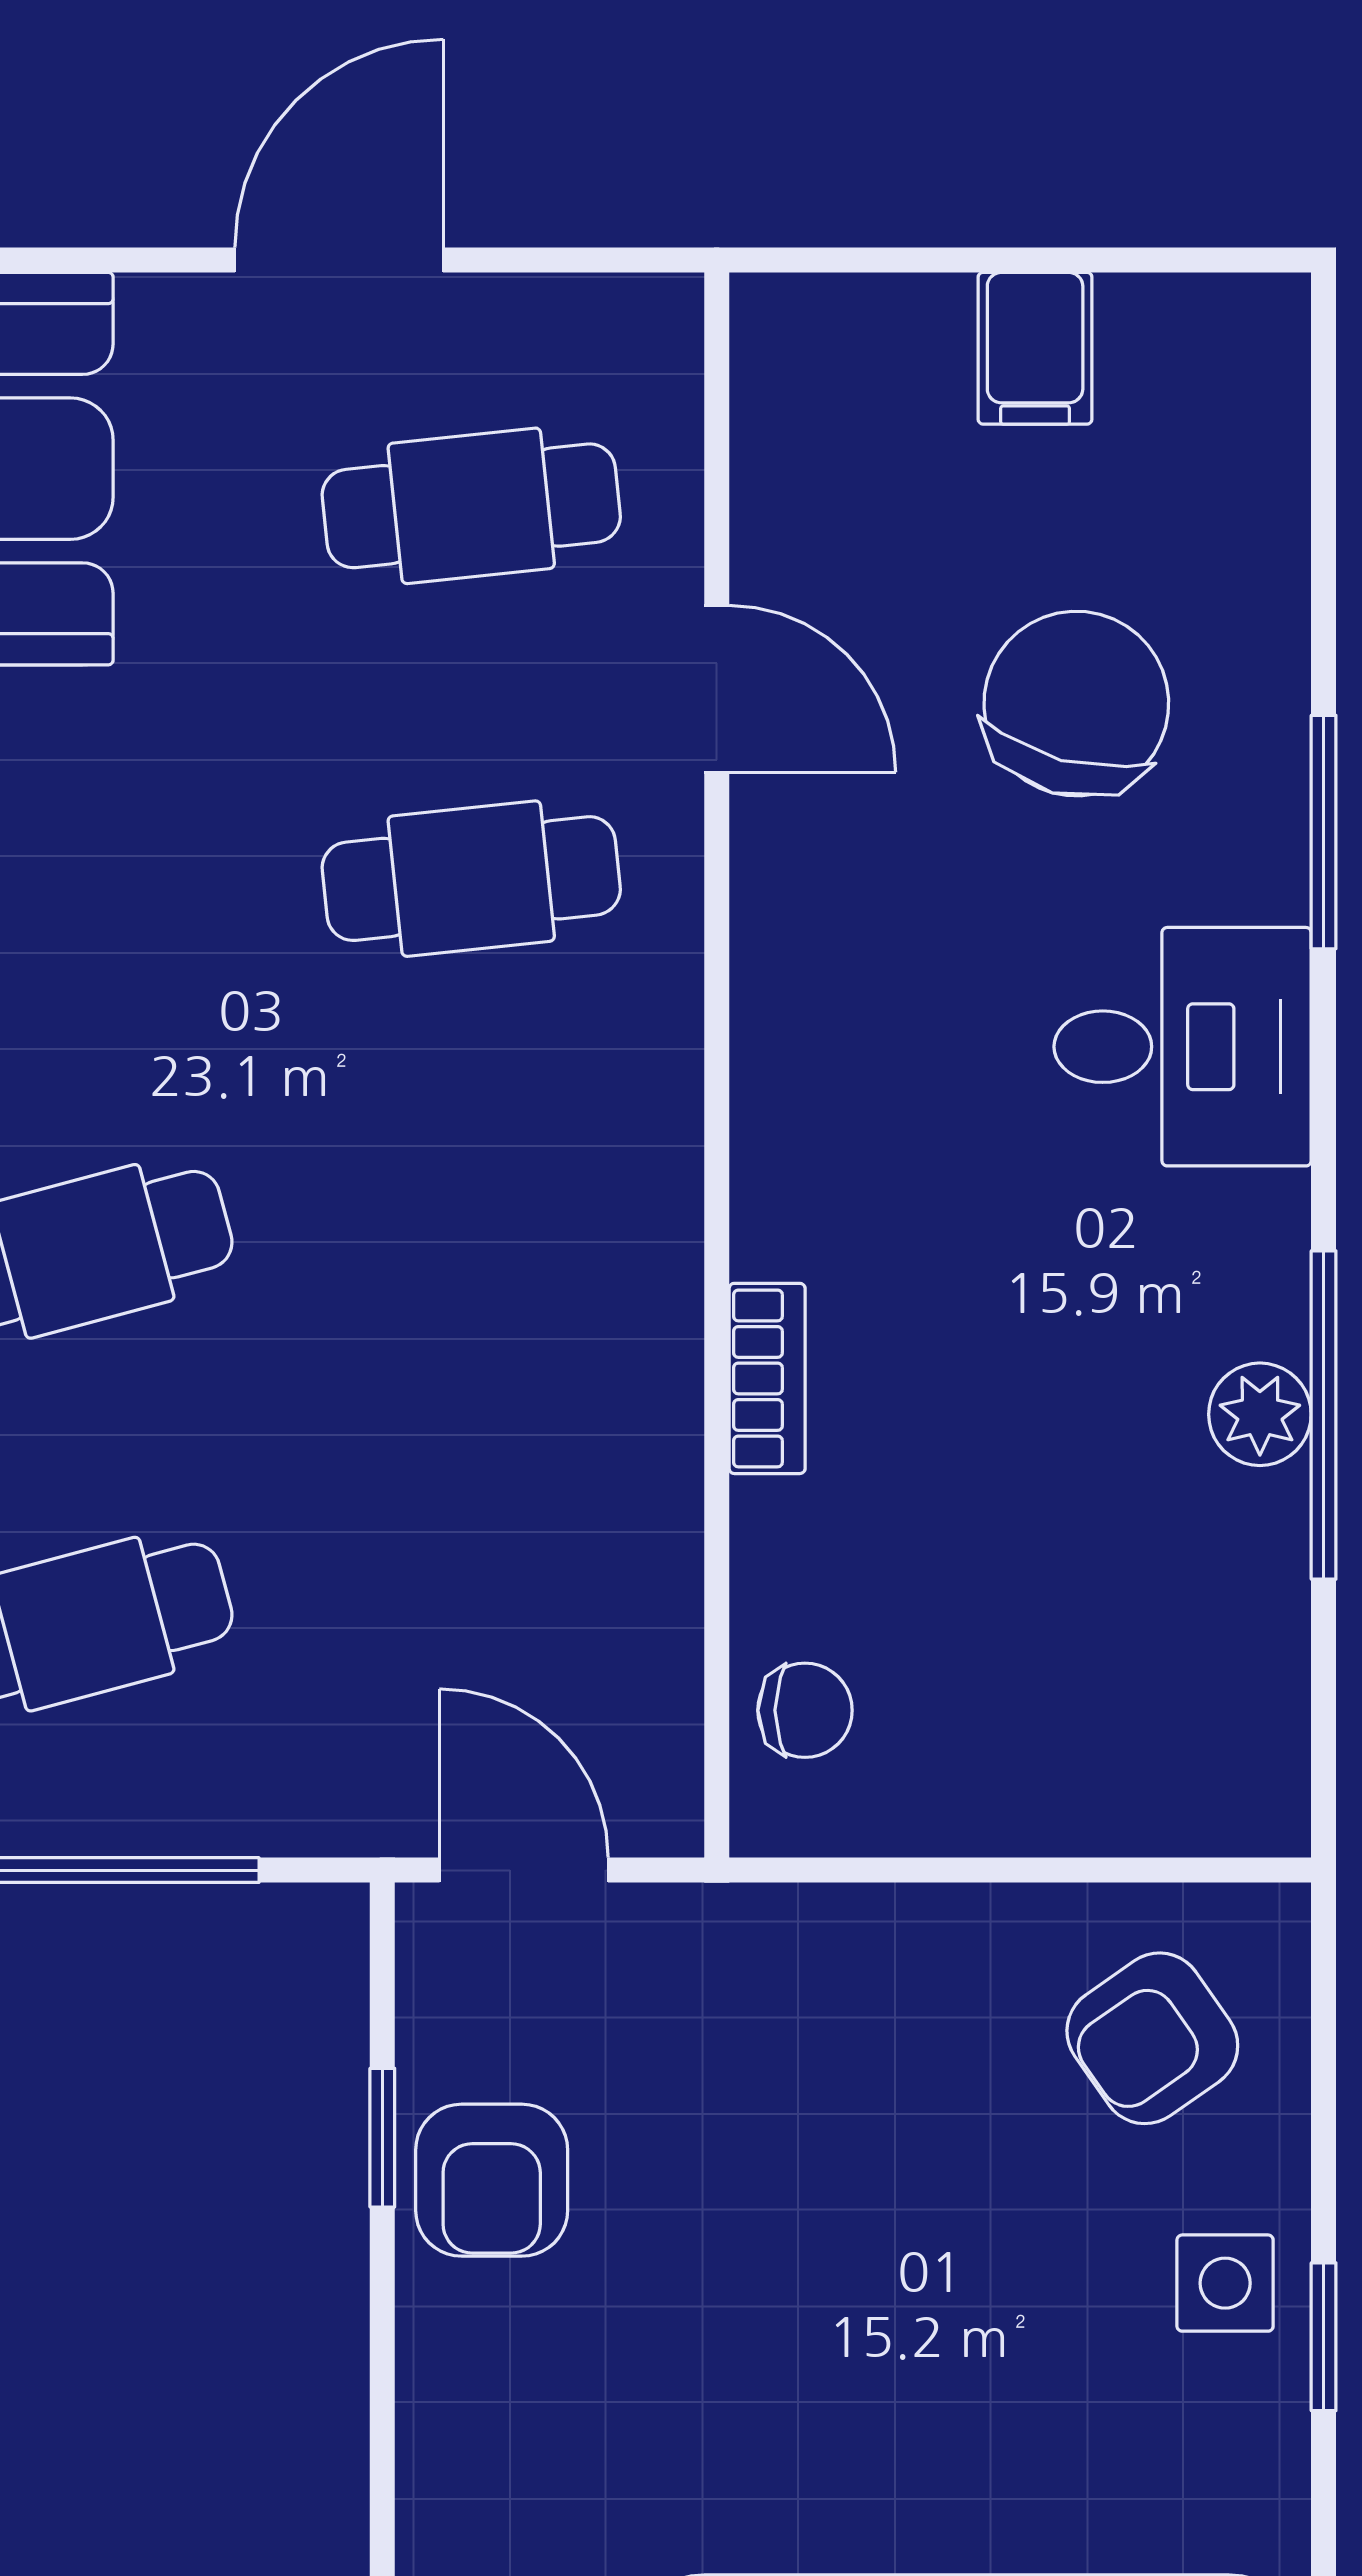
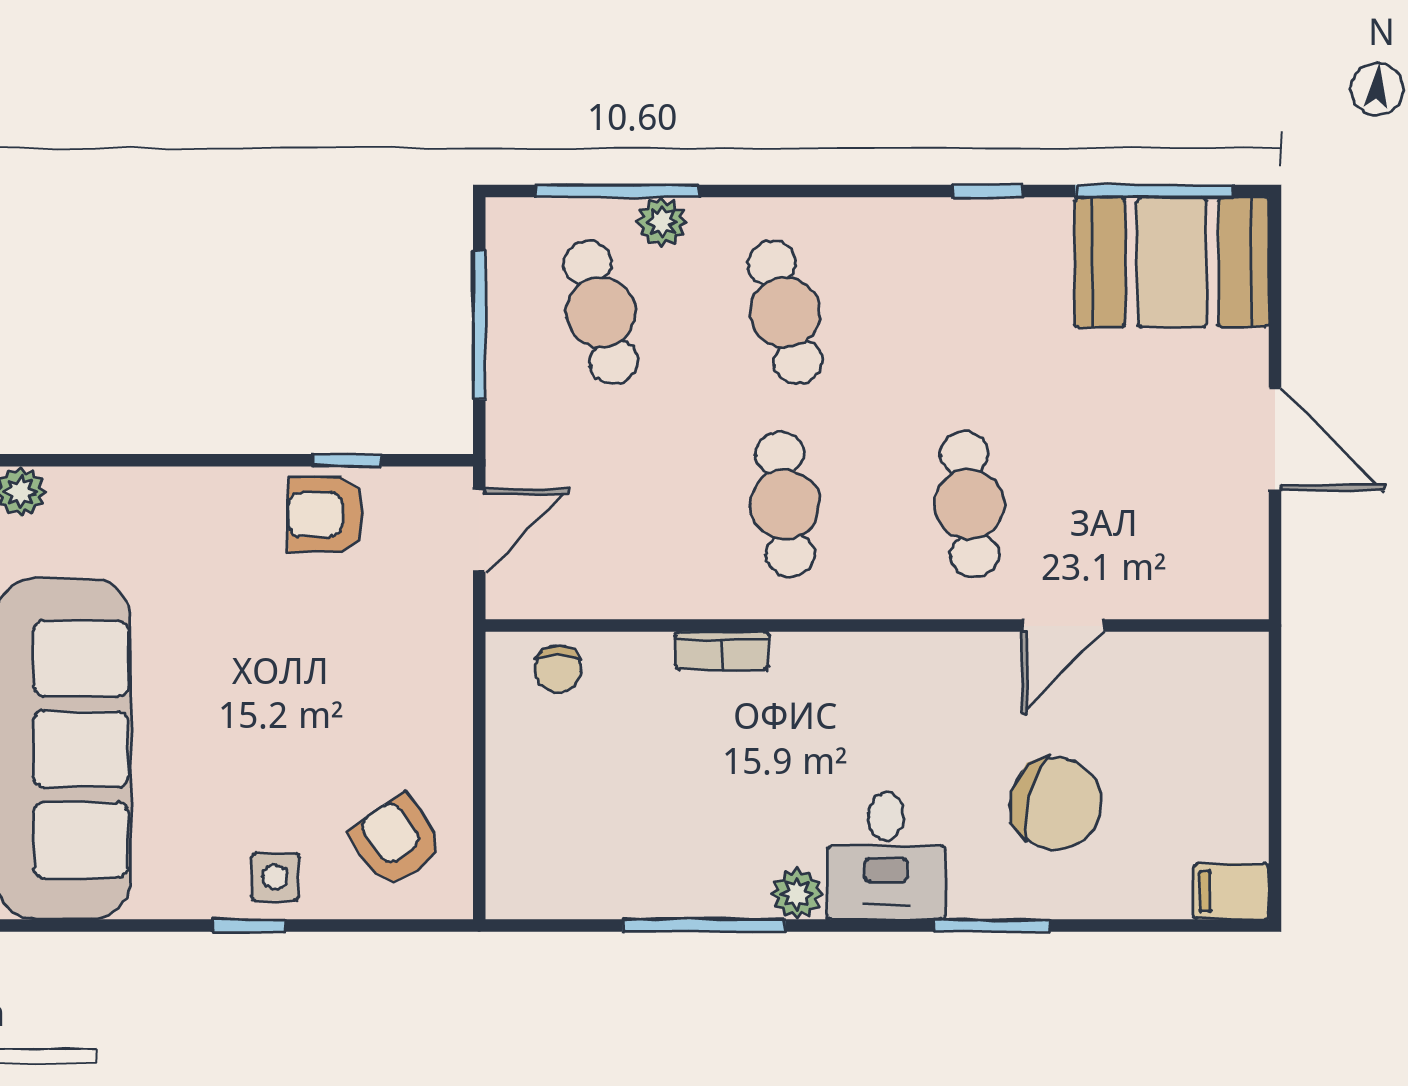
filing cabinet: (1035, 348) -> (1231, 891), moved
cafe table: (471, 506) -> (785, 504), moved
plant: (1260, 1414) -> (797, 894), moved

